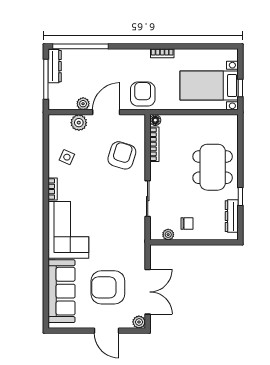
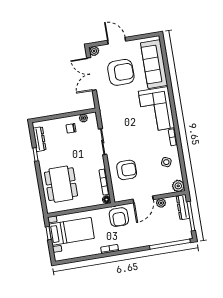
dresser: (55, 66) -> (183, 207), moved
plant: (79, 123) -> (178, 186), moved
armchair: (122, 155) -> (127, 170), turned -107
dining table: (213, 167) -> (61, 184), moved

